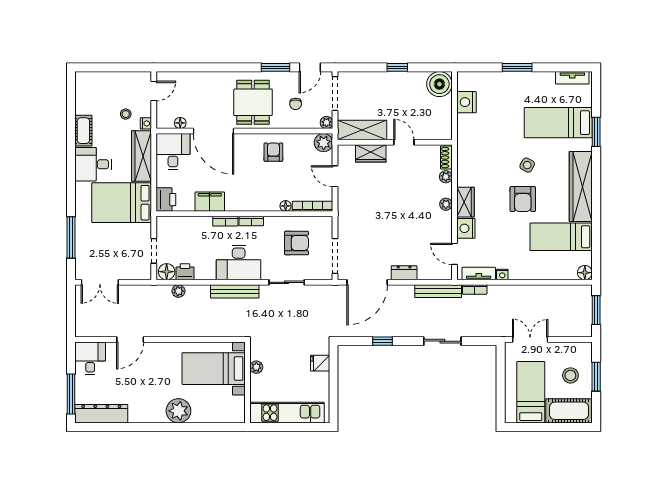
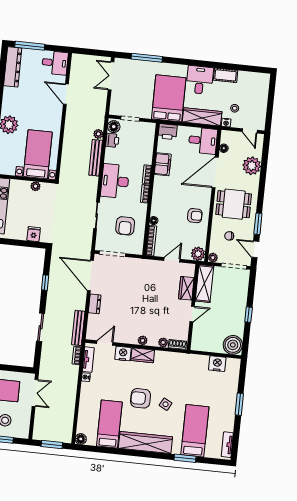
plant: (200, 84) -> (252, 166), added
bench: (235, 291) -> (96, 158), moved

